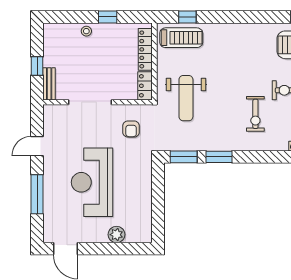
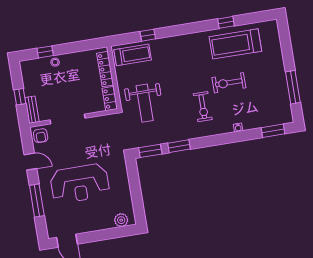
window: (108, 17) -> (45, 52), moved
window: (187, 17) -> (148, 35), moved
armchair: (131, 129) -> (41, 136), moved
door: (37, 146) -> (30, 162), swing flipped
reception desk: (92, 182) -> (80, 184), turned -90
plant: (116, 235) -> (121, 220), moved

